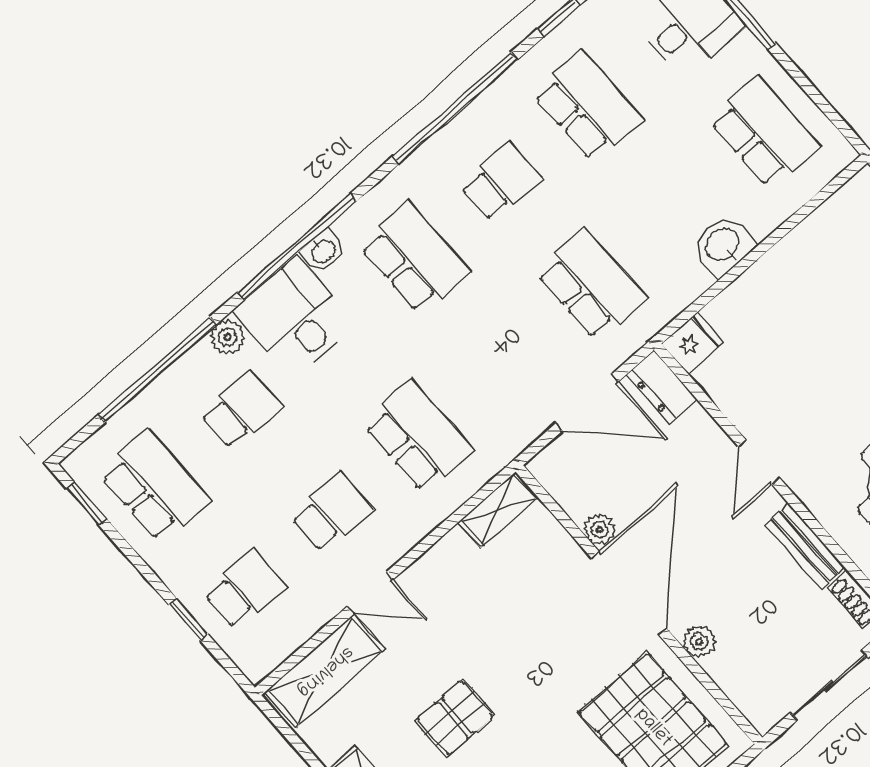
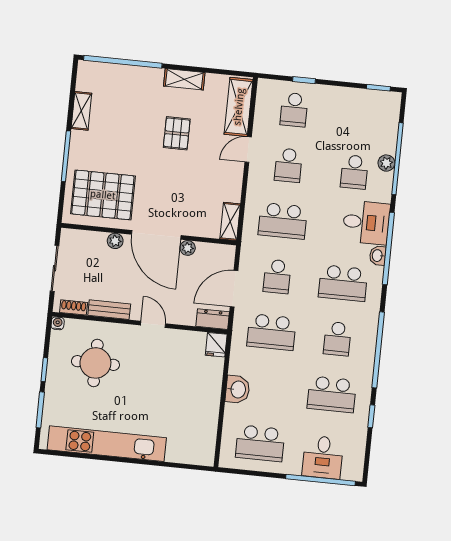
plant: (228, 337) -> (386, 163), moved
school desk: (155, 486) -> (277, 276), moved, width x0.54

